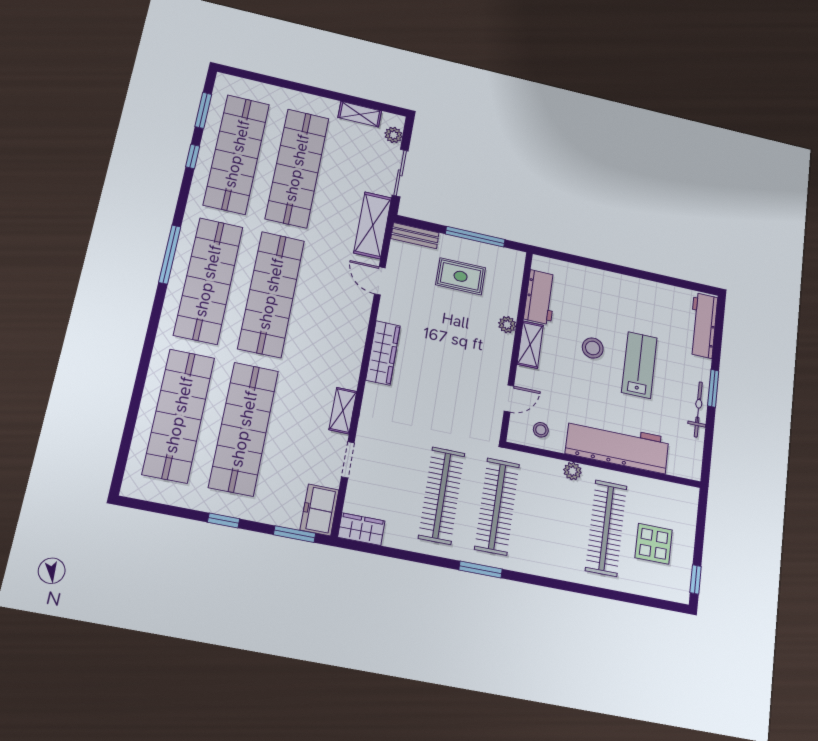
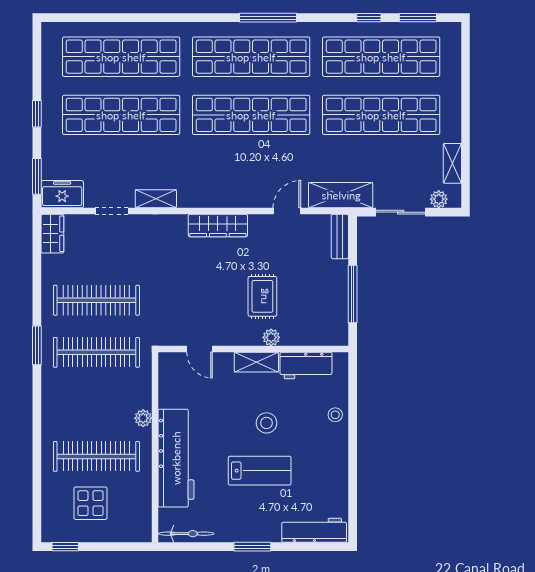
rug: (461, 276) -> (262, 296), moved
bicycle: (698, 409) -> (186, 534), moved
stool: (541, 430) -> (335, 415), moved

